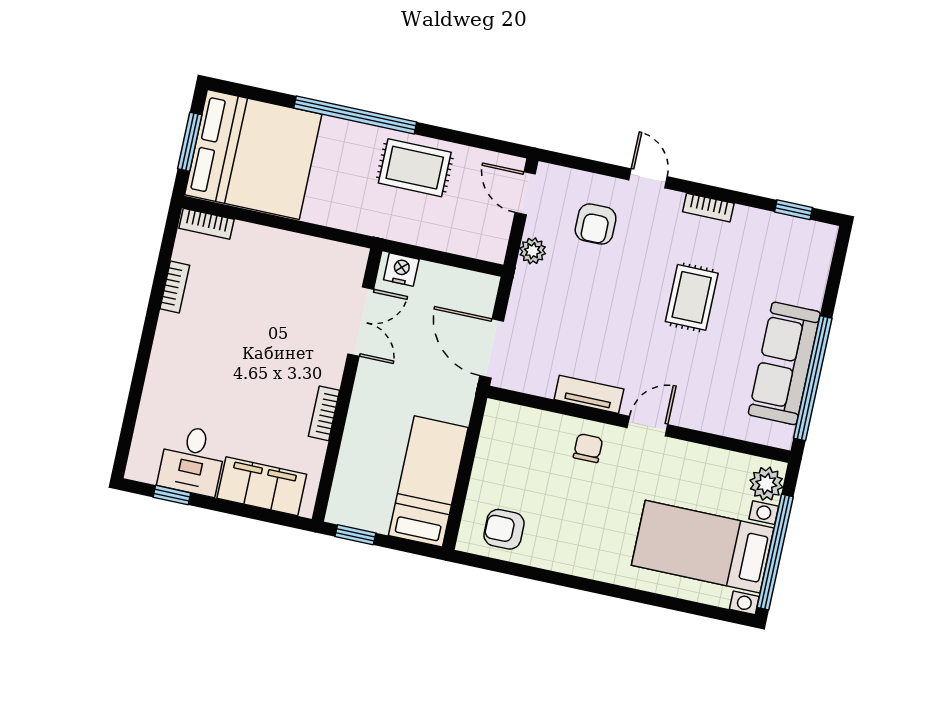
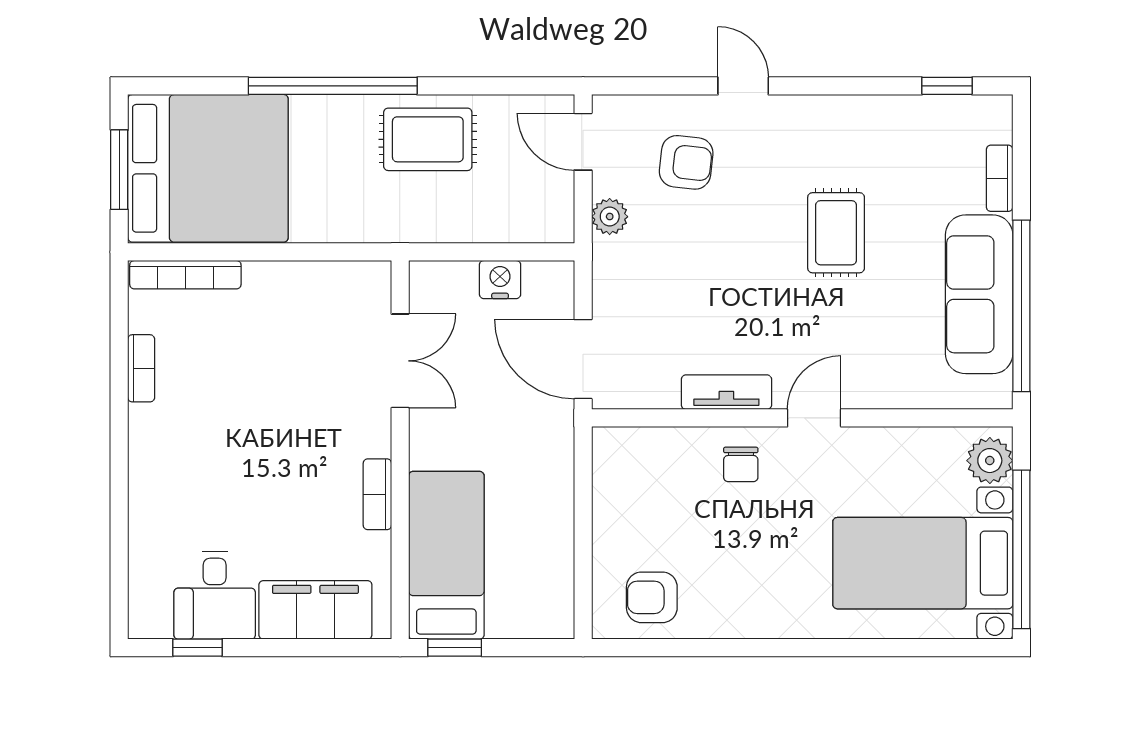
bookcase: (708, 208) -> (1000, 178), moved, turned 90
bookcase: (206, 224) -> (185, 275), width x1.56
armchair: (596, 224) -> (686, 162), turned -84
nightstand: (401, 270) -> (500, 280), moved
chair: (588, 448) -> (741, 464), turned 180
bed: (428, 481) -> (446, 555), moved

